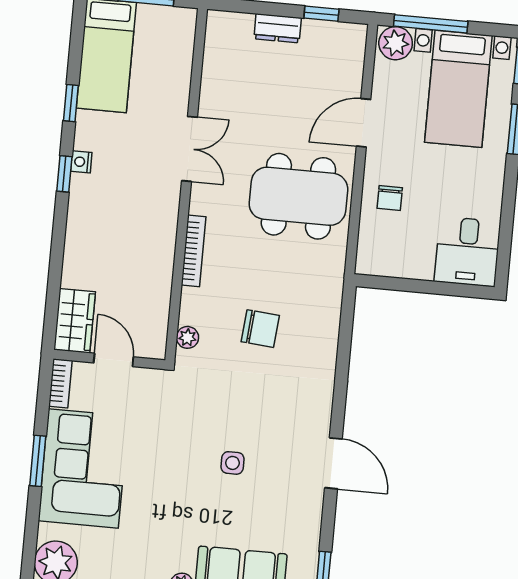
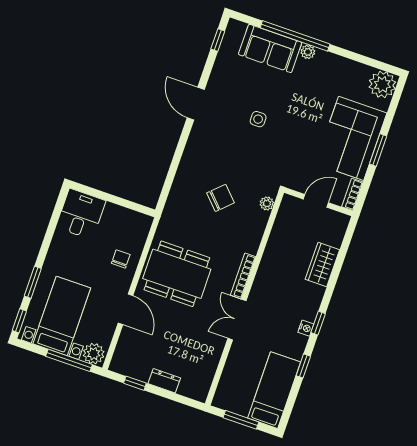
door: (364, 123) -> (126, 309), hinge flipped
bookcase: (194, 251) -> (243, 276), moved
wardrobe: (75, 321) -> (322, 264), moved
chair: (260, 329) -> (221, 198), turned 131
door: (114, 360) -> (316, 201), swing flipped

